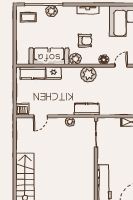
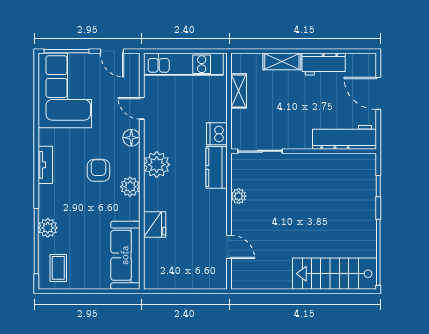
sofa: (49, 56) -> (125, 255), moved
kitchen counter: (33, 73) -> (154, 260), removed
dishwasher: (22, 109) -> (217, 134), moved

